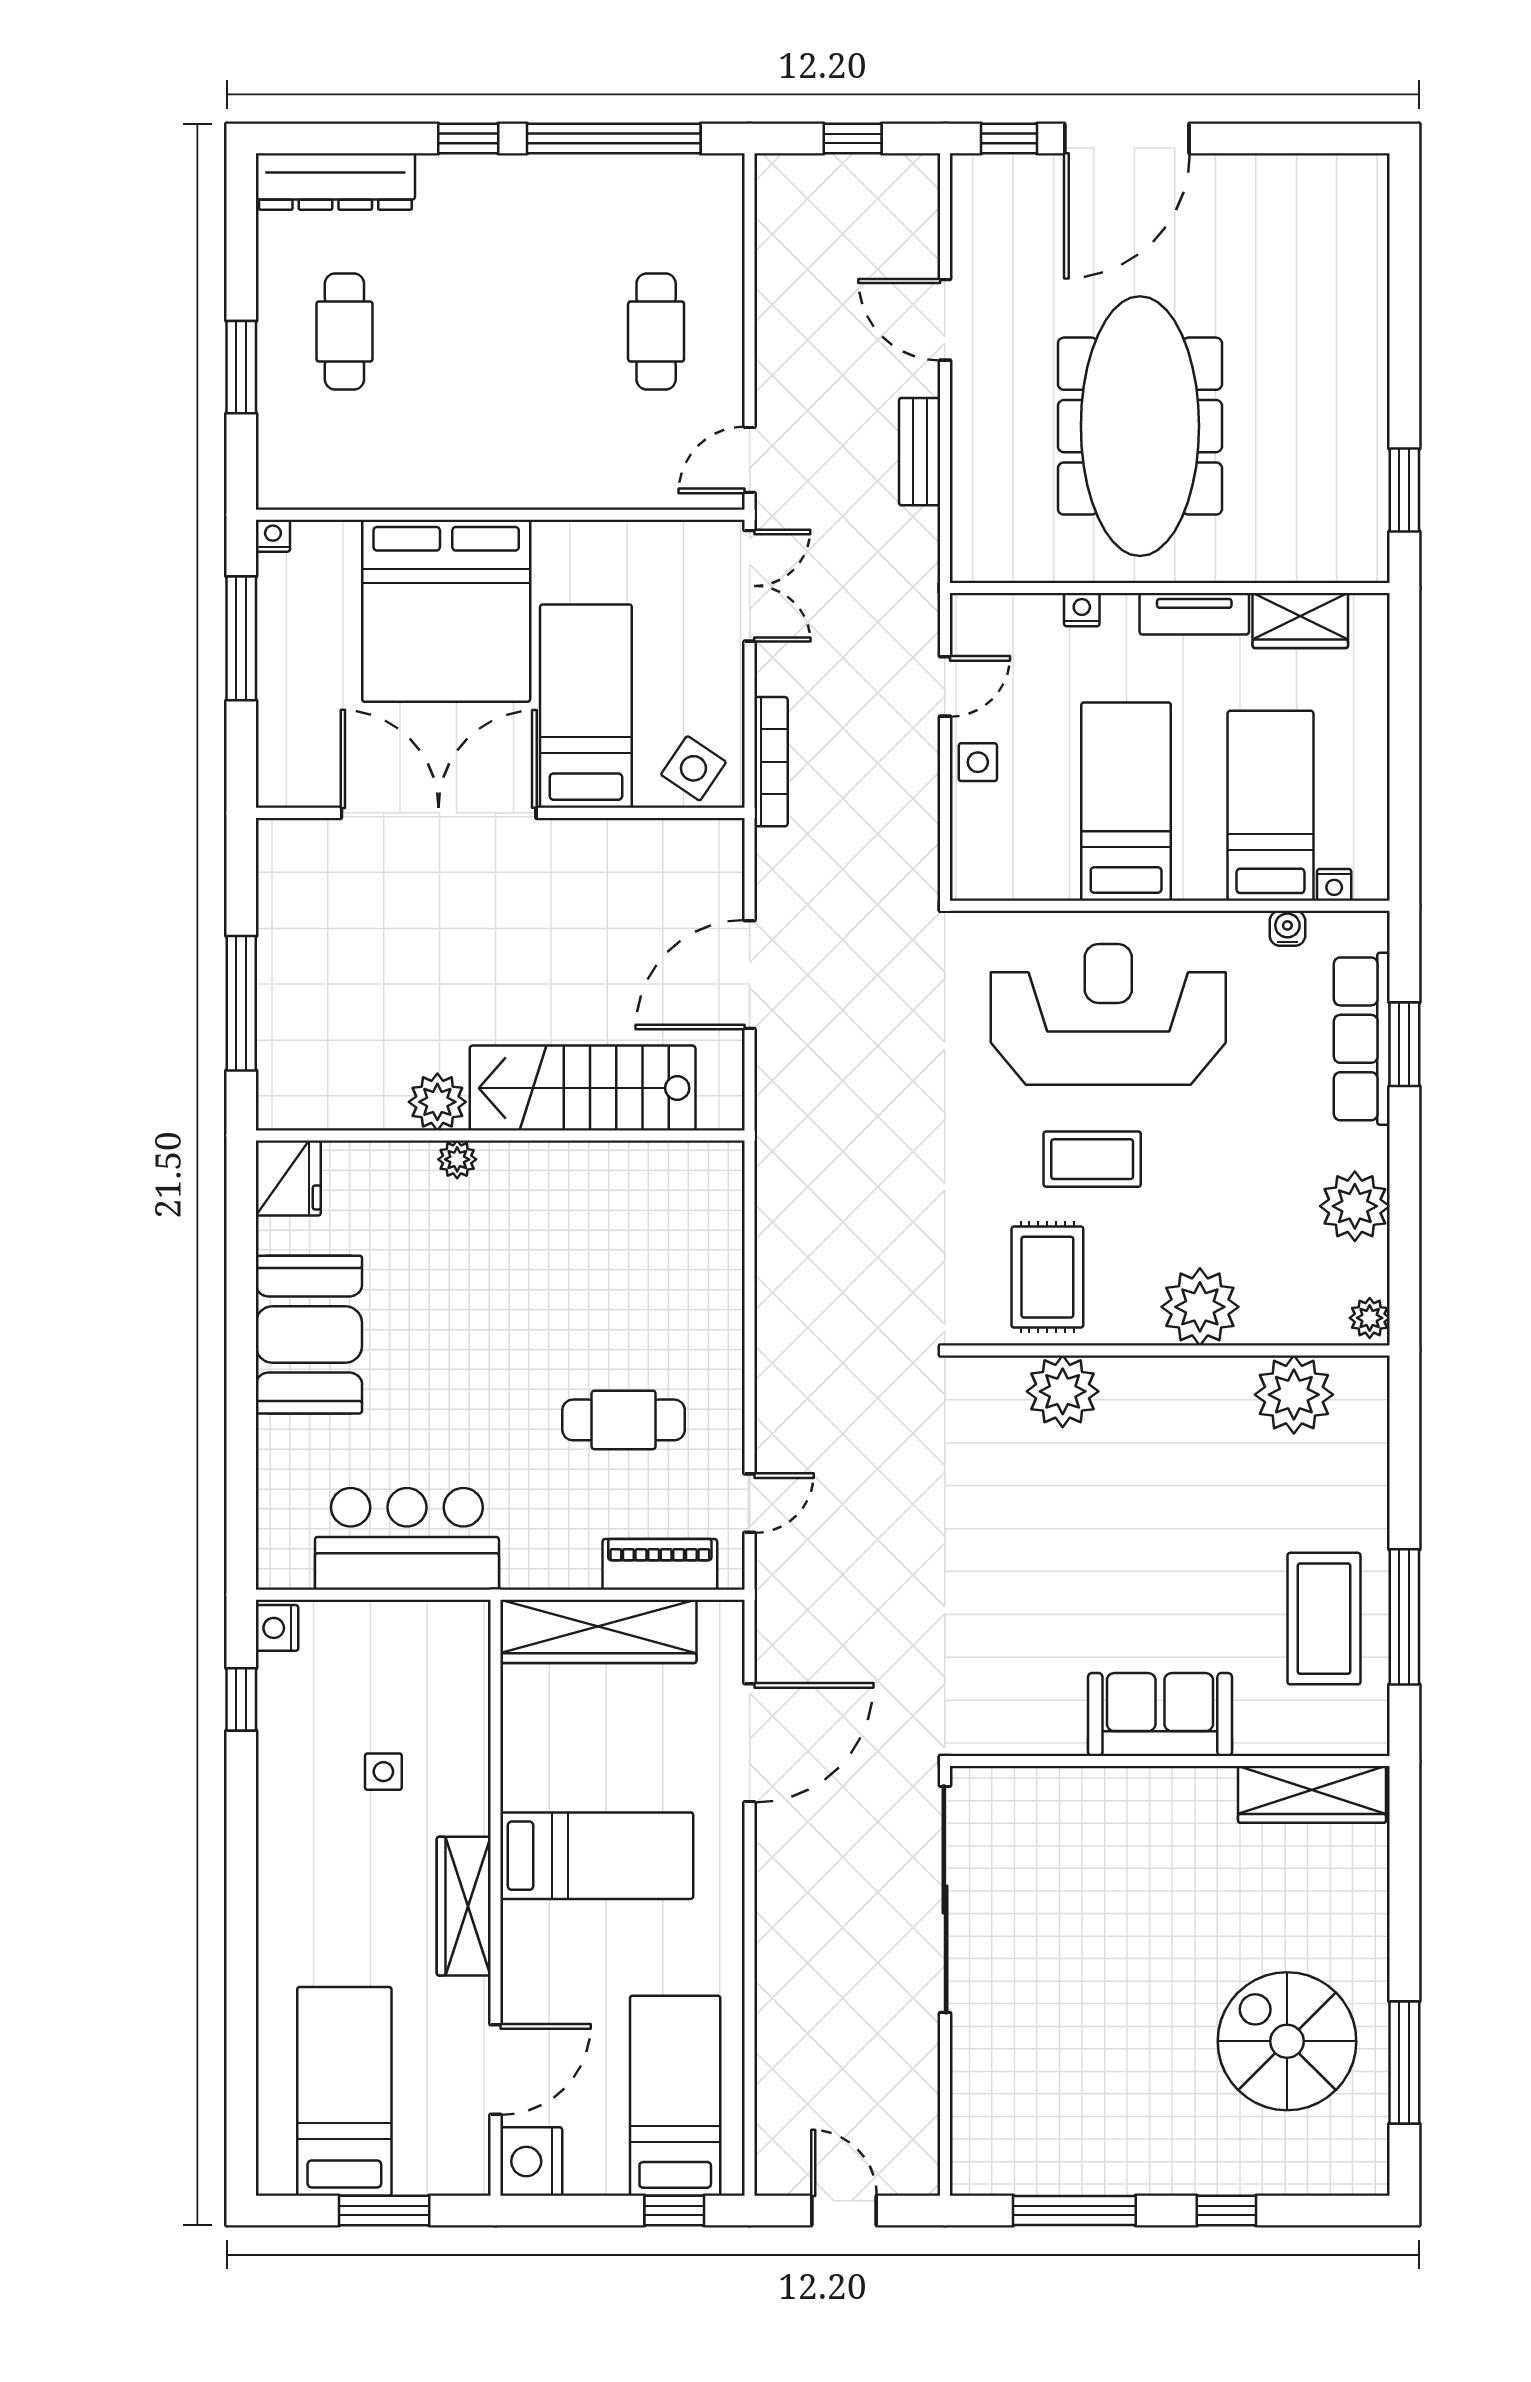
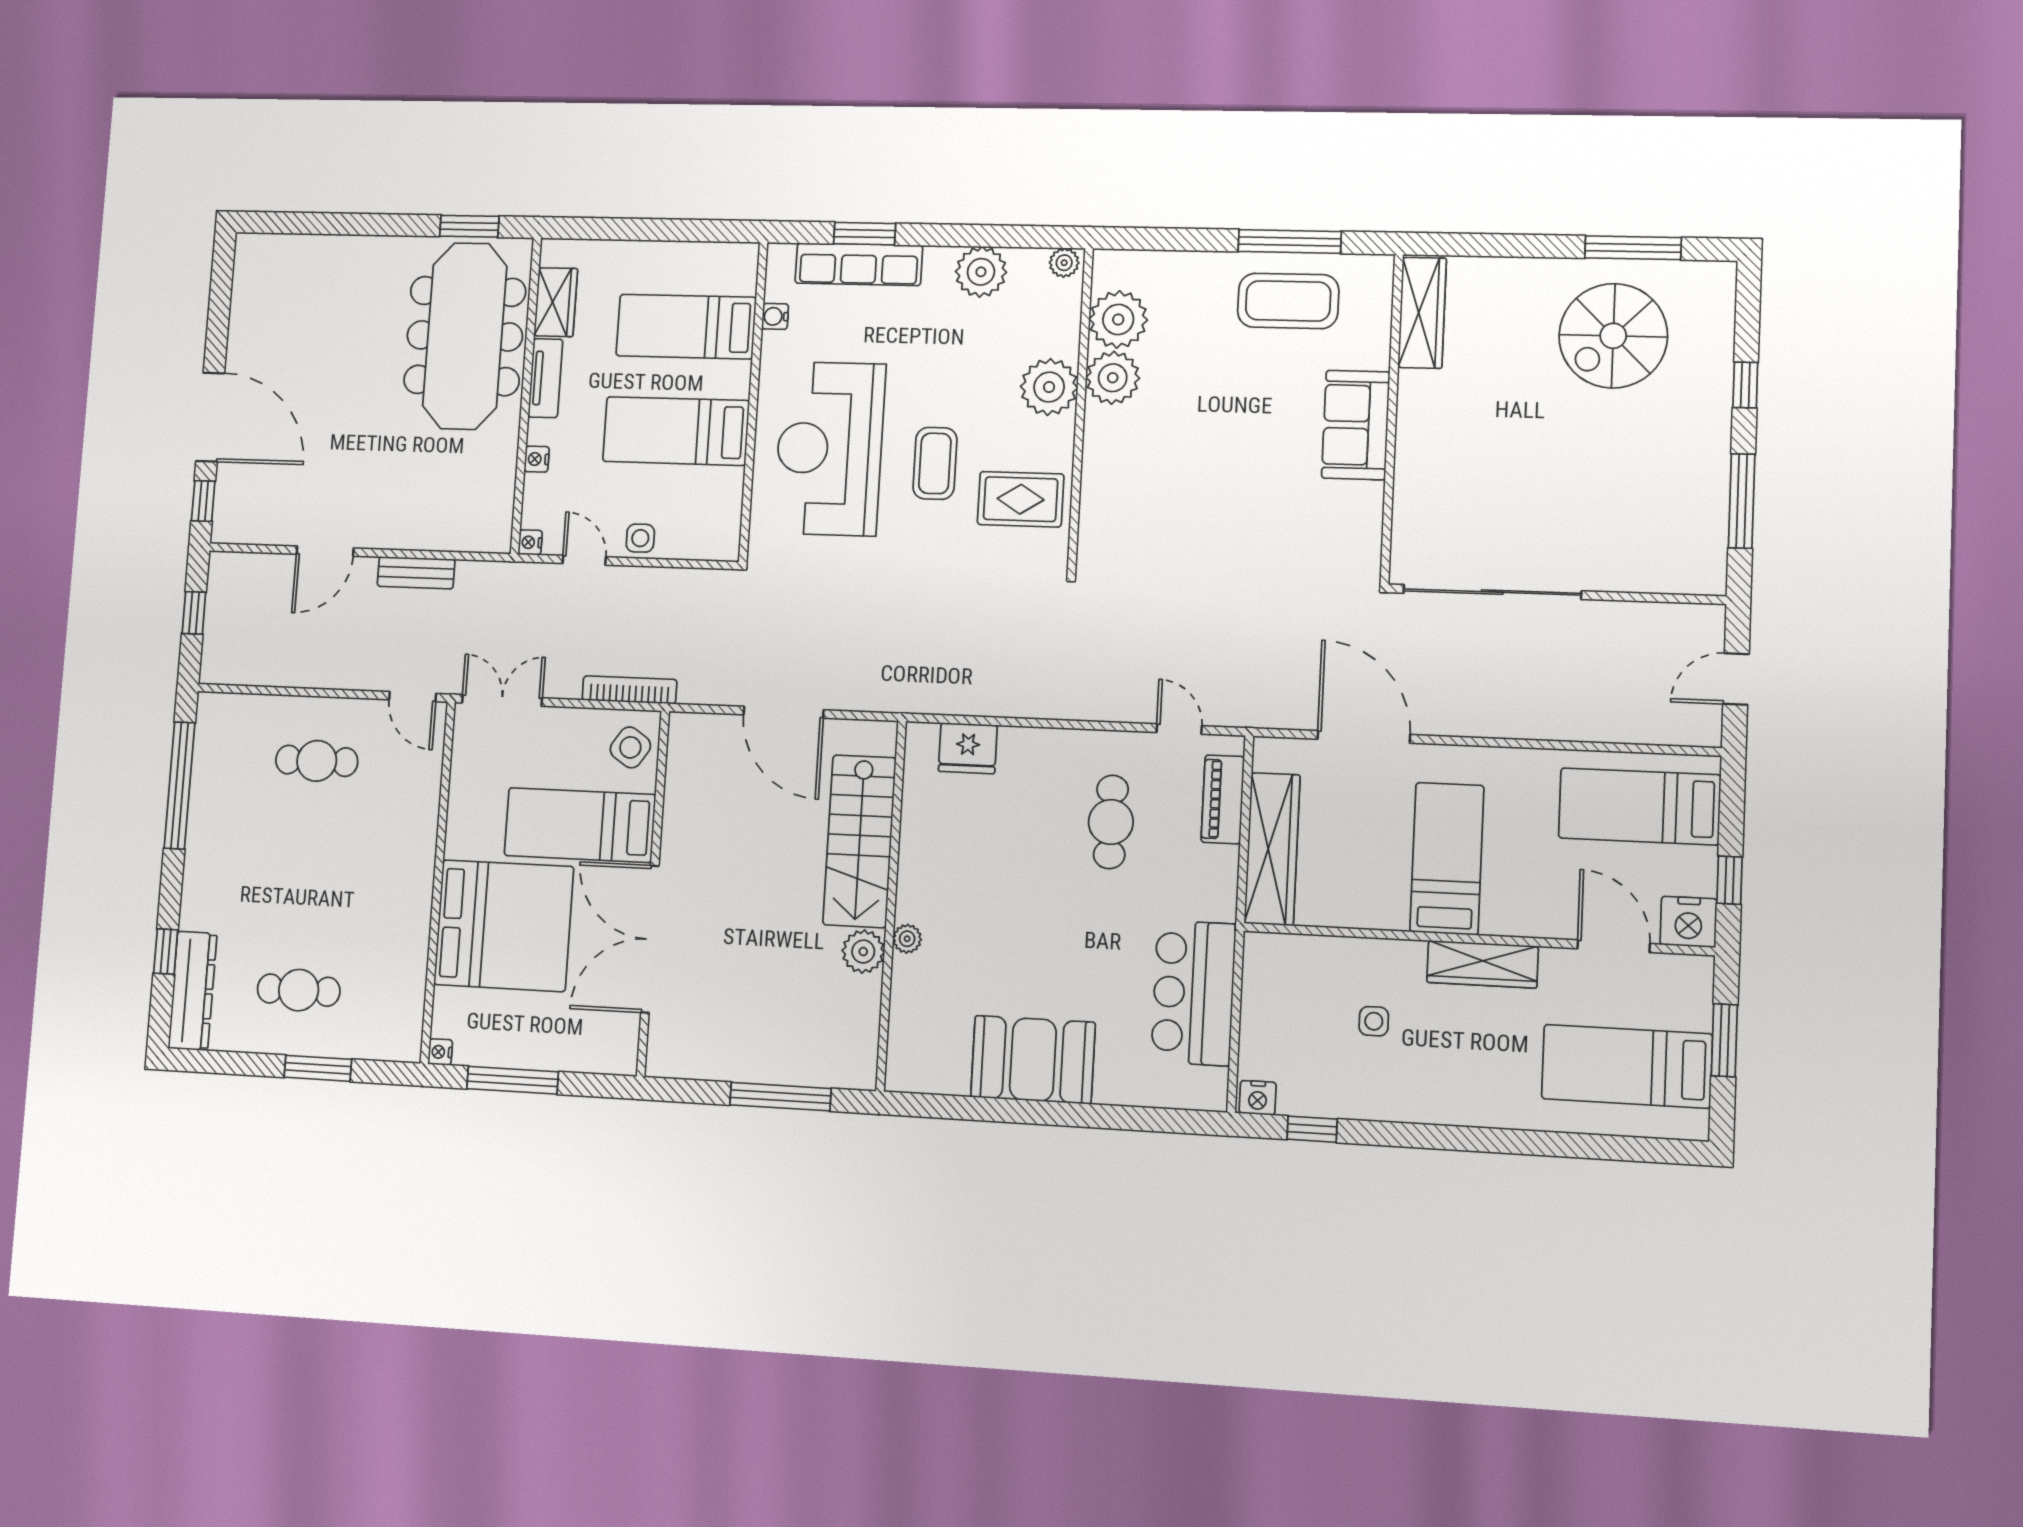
window: (468, 138) -> (166, 951), moved
meeting table: (1140, 426) -> (465, 336), moved, turned 90
nightstand: (1334, 885) -> (530, 542), moved, turned 180
fridge: (288, 1178) -> (968, 748), moved, turned 180
plant: (1063, 1391) -> (1113, 378), moved
window: (674, 2211) -> (1729, 880), moved

